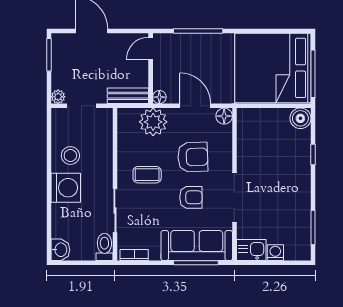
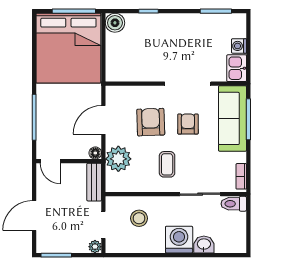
floor lamp: (224, 116) -> (113, 93), removed
stool: (70, 156) -> (139, 218), moved
washbasin: (60, 250) -> (204, 245), moved

